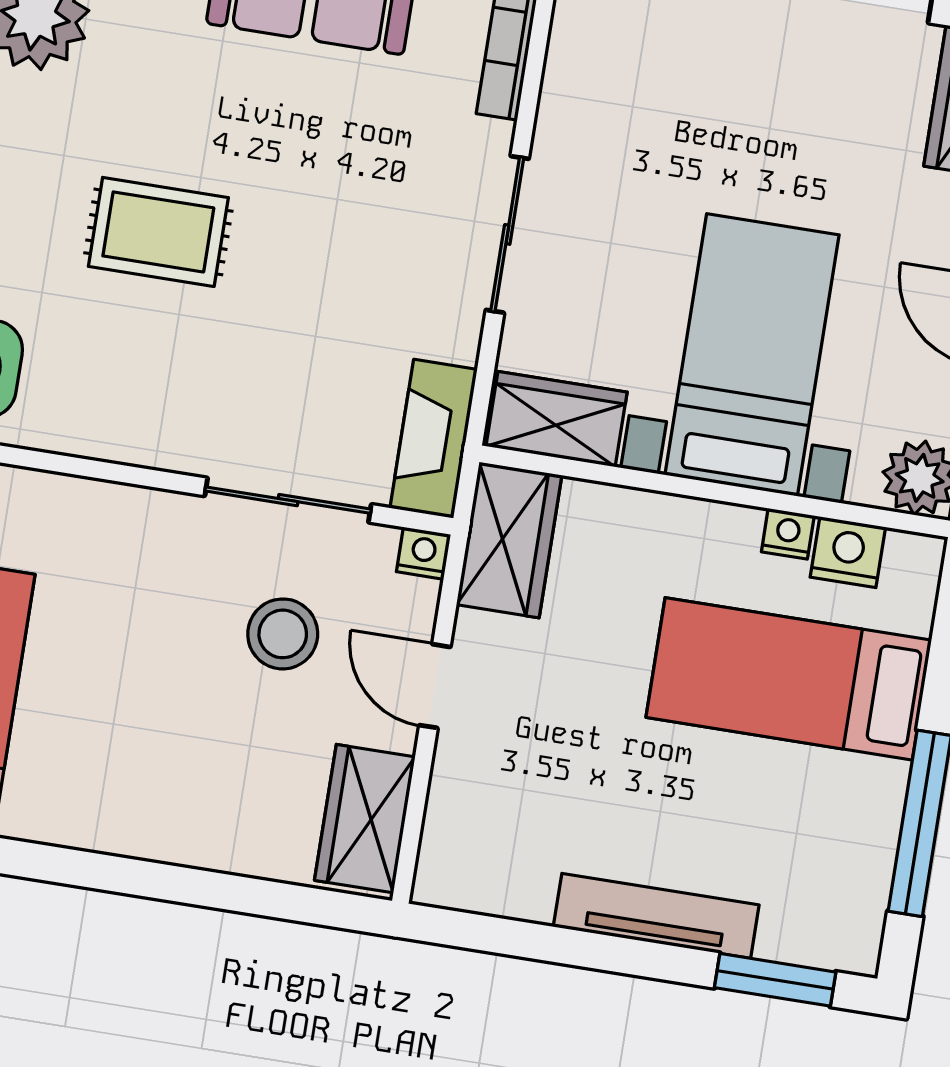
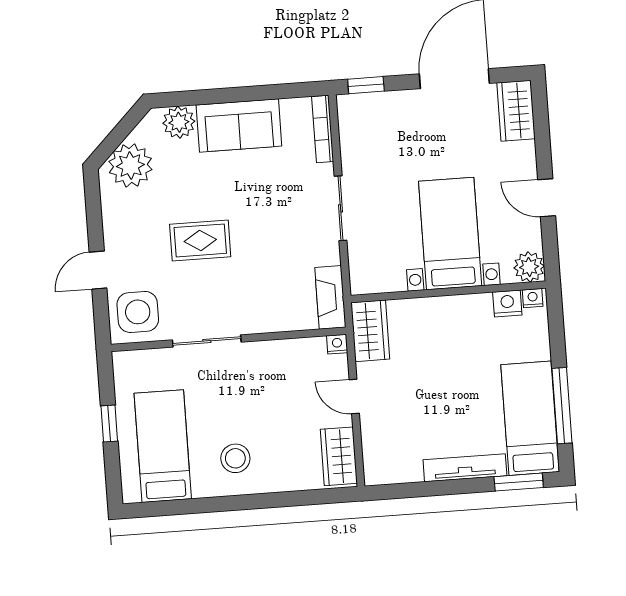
wardrobe: (557, 419) -> (378, 278), removed
sliding door: (288, 500) -> (207, 341), moved
nightstand: (788, 534) -> (533, 298), moved
stool: (283, 634) -> (235, 458), moved
bed: (789, 679) -> (530, 418), moved, turned 90

